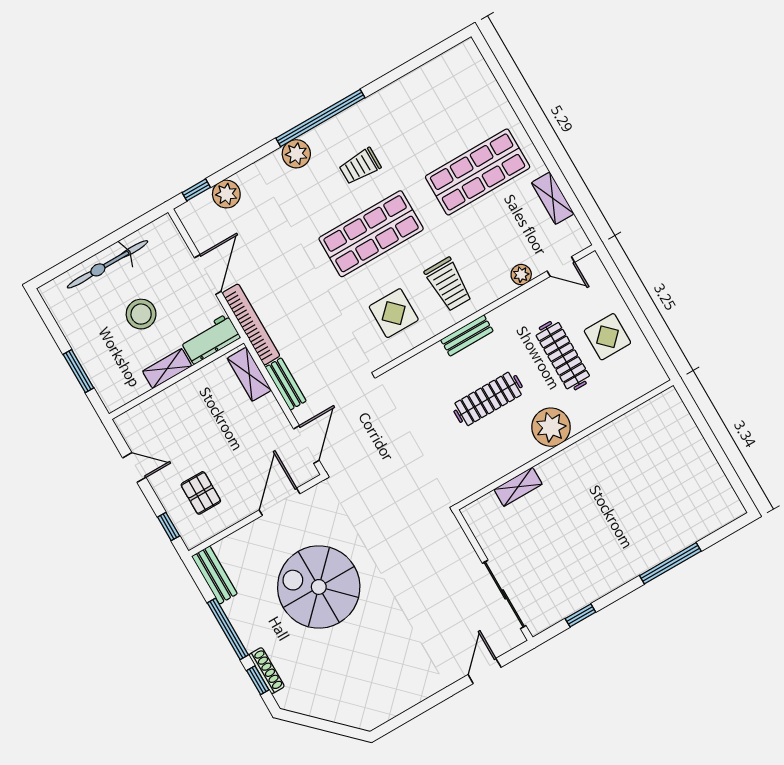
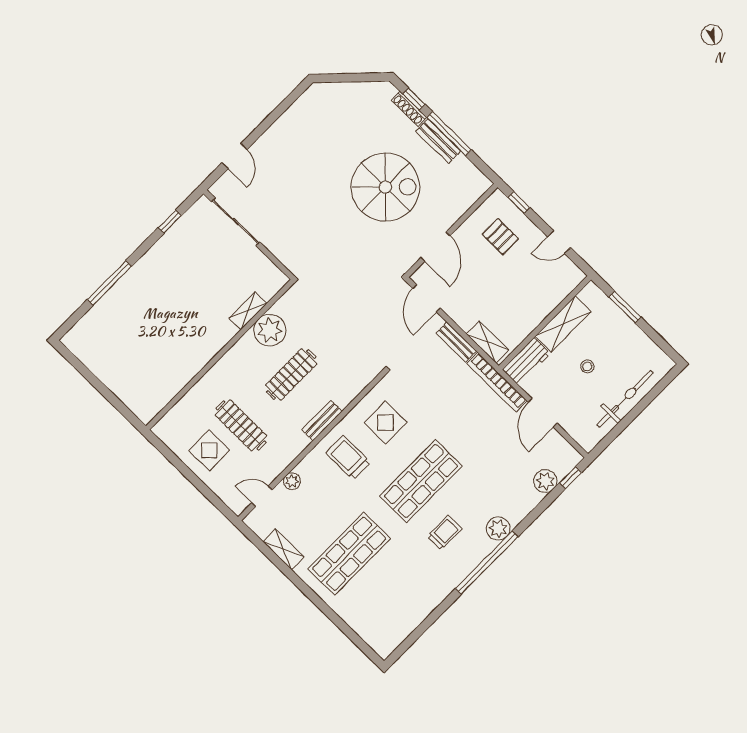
stool: (141, 314) -> (587, 366), width x0.53, depth x0.53
shelving: (167, 369) -> (563, 324), width x1.50, depth x1.33
plant: (551, 427) -> (270, 330), moved
bench: (214, 575) -> (438, 141), moved

